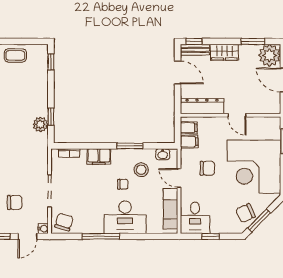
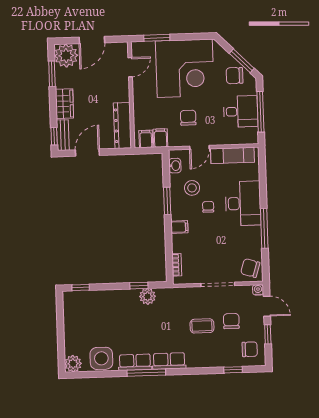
coffee table: (15, 55) -> (202, 326), moved, turned 90
door: (237, 115) -> (130, 67), moved
filing cabinet: (99, 157) -> (179, 227), width x0.50
chair: (246, 213) -> (235, 76), turned 115
desk: (195, 218) -> (241, 111), moved
window: (211, 236) -> (260, 112), width x2.17

